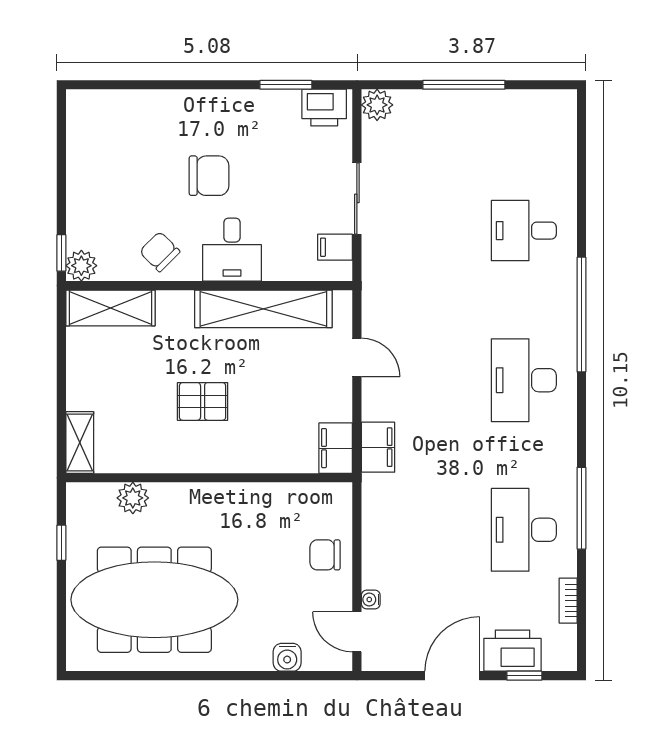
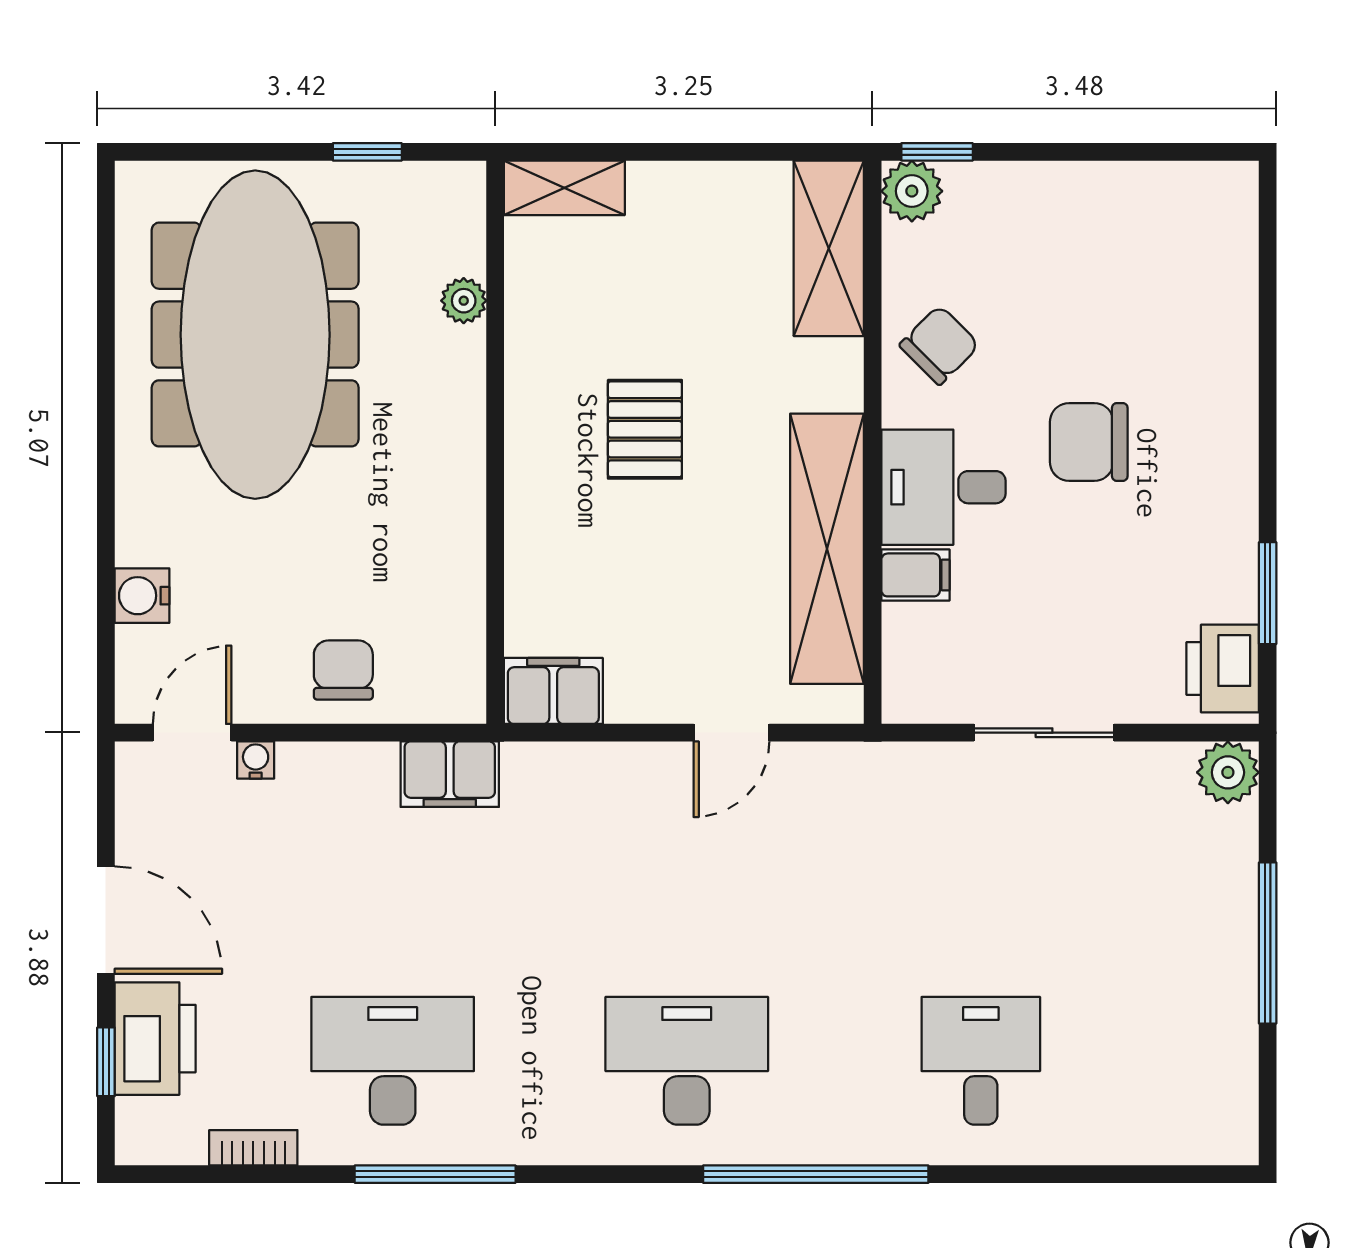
chair: (209, 176) -> (1089, 442), turned 90
filing cabinet: (335, 247) -> (915, 575), moved, turned 90
filing cabinet: (378, 447) -> (450, 774), moved
plant: (133, 498) -> (464, 301), width x0.73, depth x0.73

